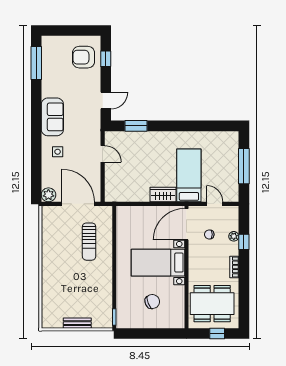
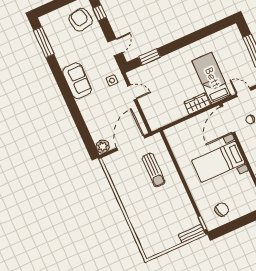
armchair: (84, 57) -> (81, 20), turned 78
side table: (58, 152) -> (112, 80), moved
door: (78, 204) -> (131, 143), hinge flipped
chair: (152, 302) -> (222, 210), moved
bench: (77, 323) -> (192, 234), moved

